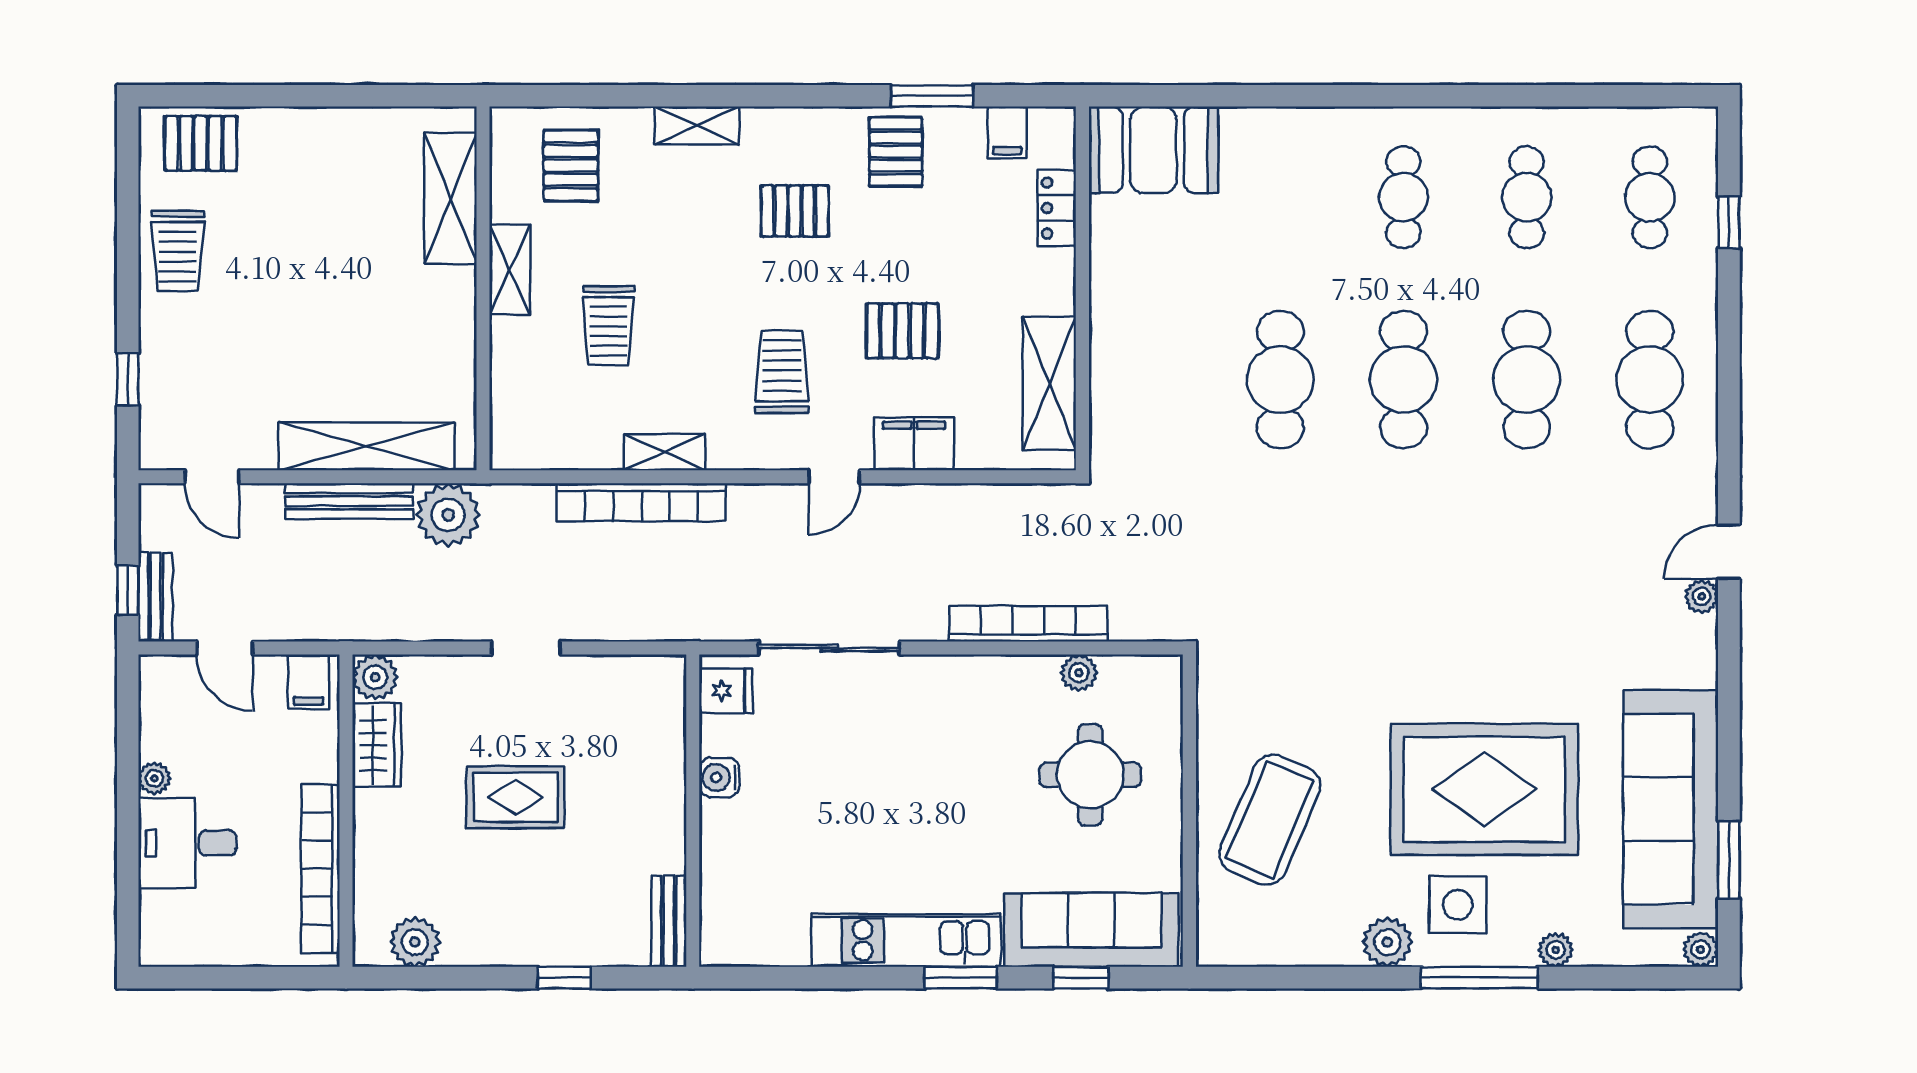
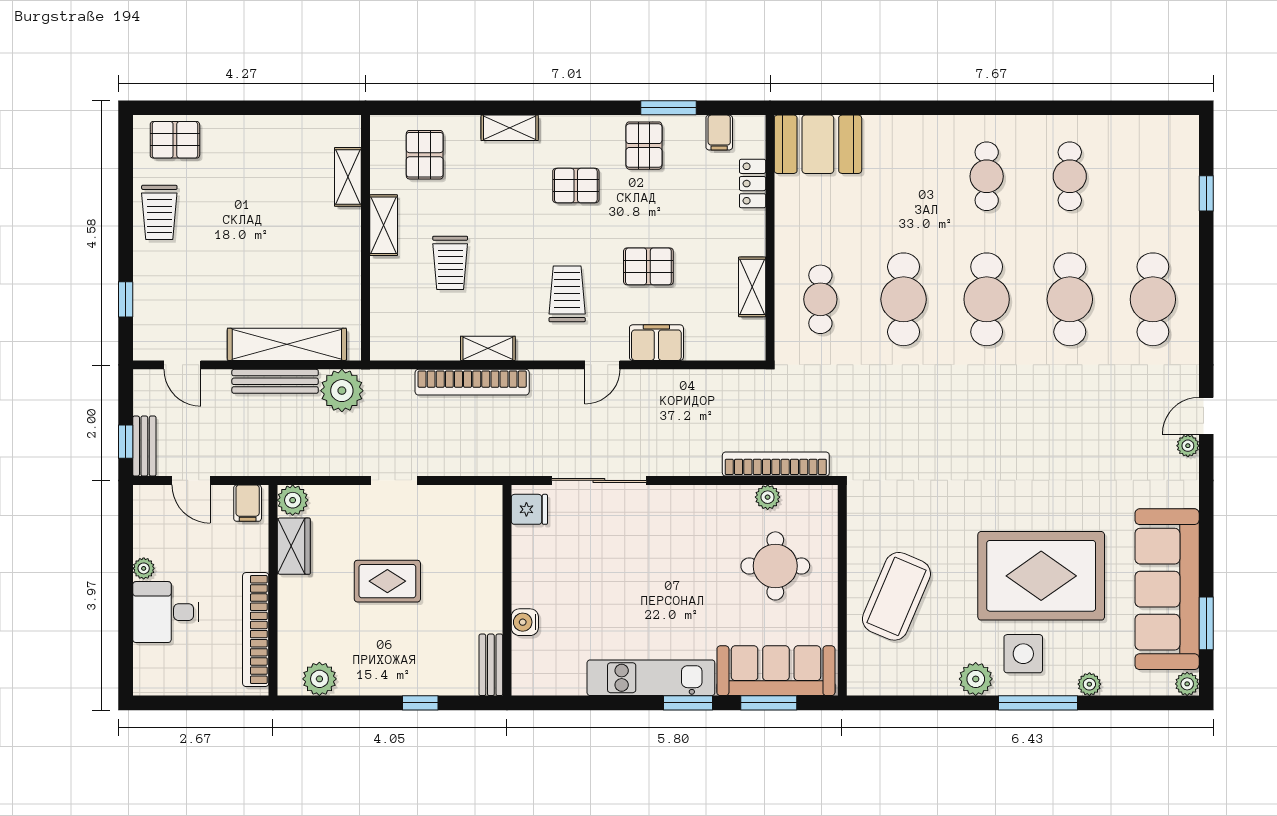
cafe table: (1650, 197) -> (820, 299), moved
shelving: (450, 198) -> (348, 177), width x0.67, depth x0.75
shelving: (1049, 383) -> (752, 287), width x0.67, depth x0.75
bookcase: (1028, 624) -> (776, 464), moved
water cooler: (719, 778) -> (525, 622), moved
window: (1081, 978) -> (769, 703), width x1.50

